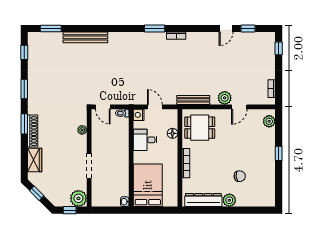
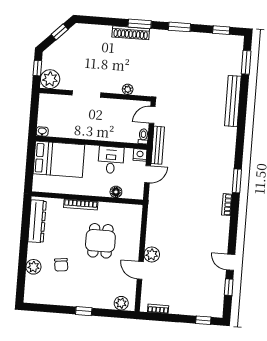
bench: (193, 100) -> (158, 145), moved
dining table: (200, 128) -> (100, 241), moved
wardrobe: (35, 160) -> (98, 32), removed
plant: (229, 200) -> (33, 267), moved

